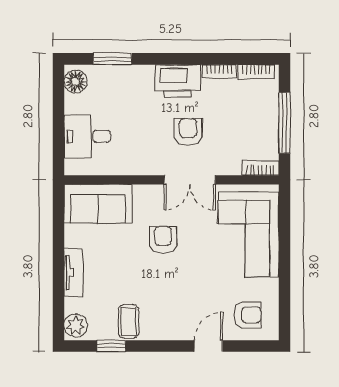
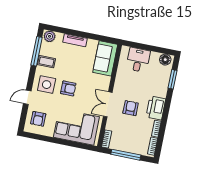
armchair: (188, 132) -> (131, 108), turned -90
armchair: (163, 240) -> (68, 88), moved
side table: (175, 312) -> (47, 85), added
window: (111, 346) -> (37, 51), width x2.17
door: (208, 346) -> (27, 97), swing flipped

